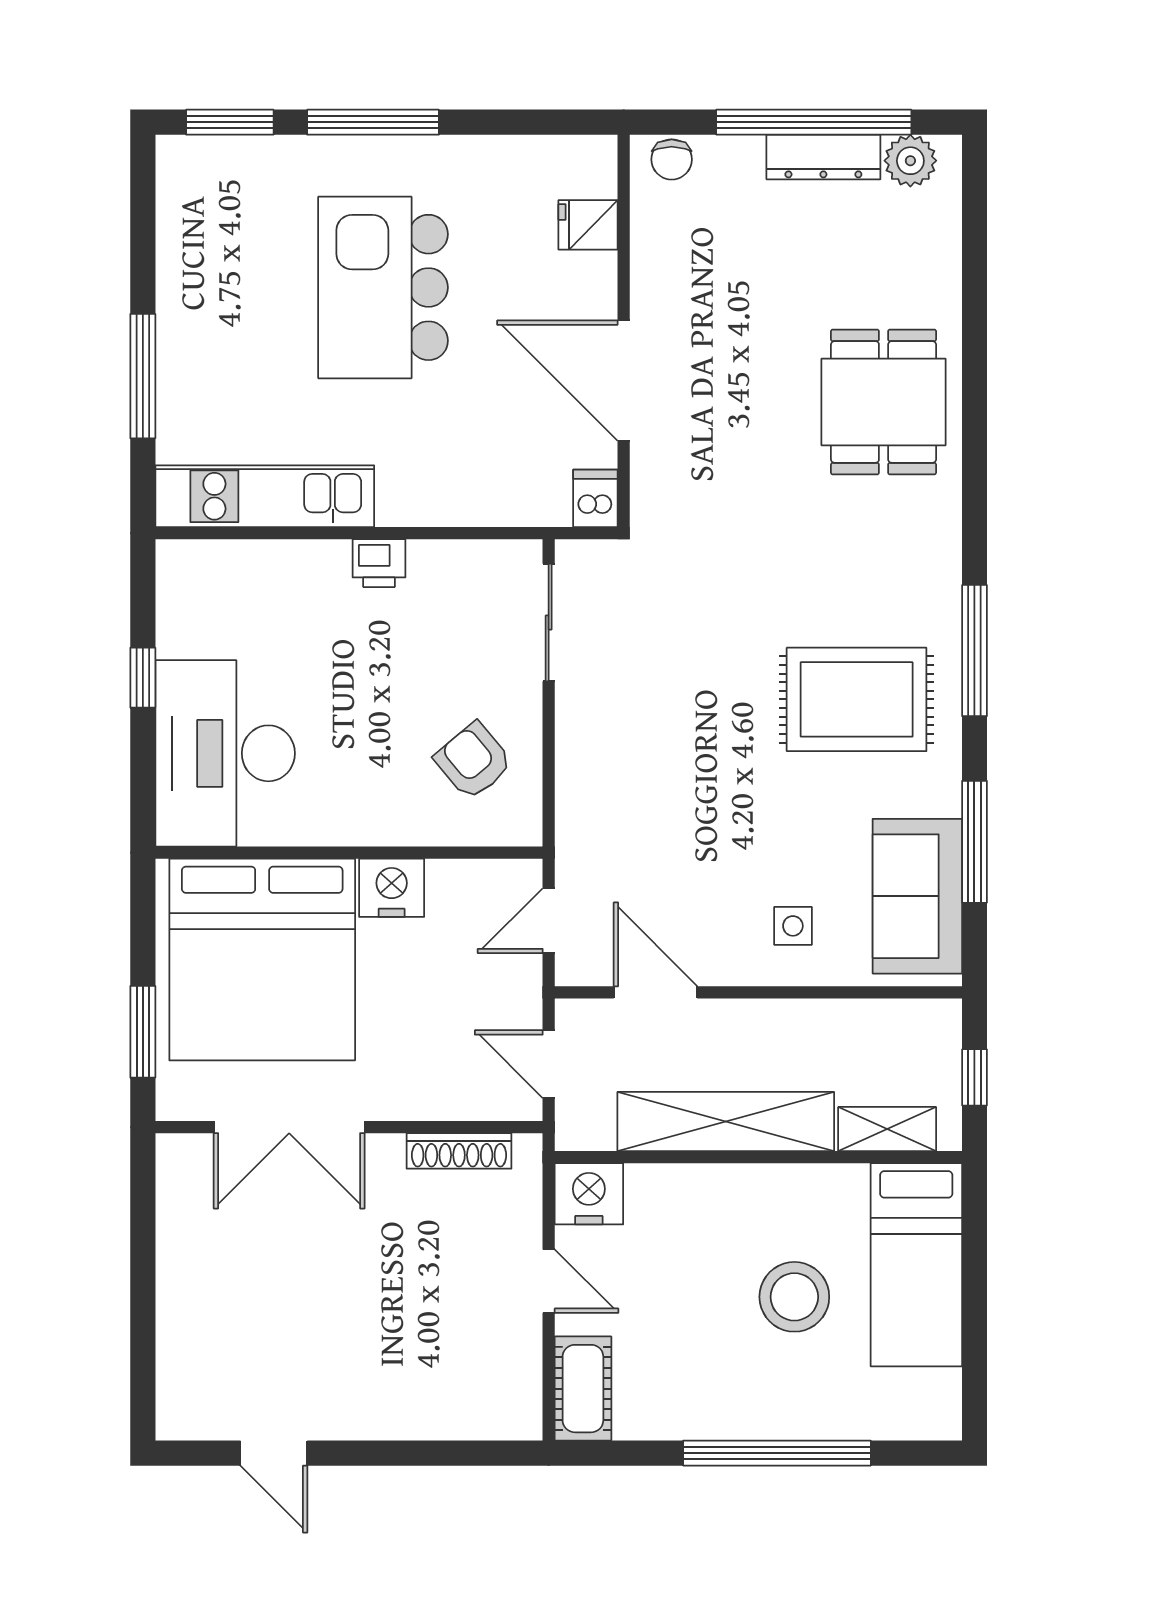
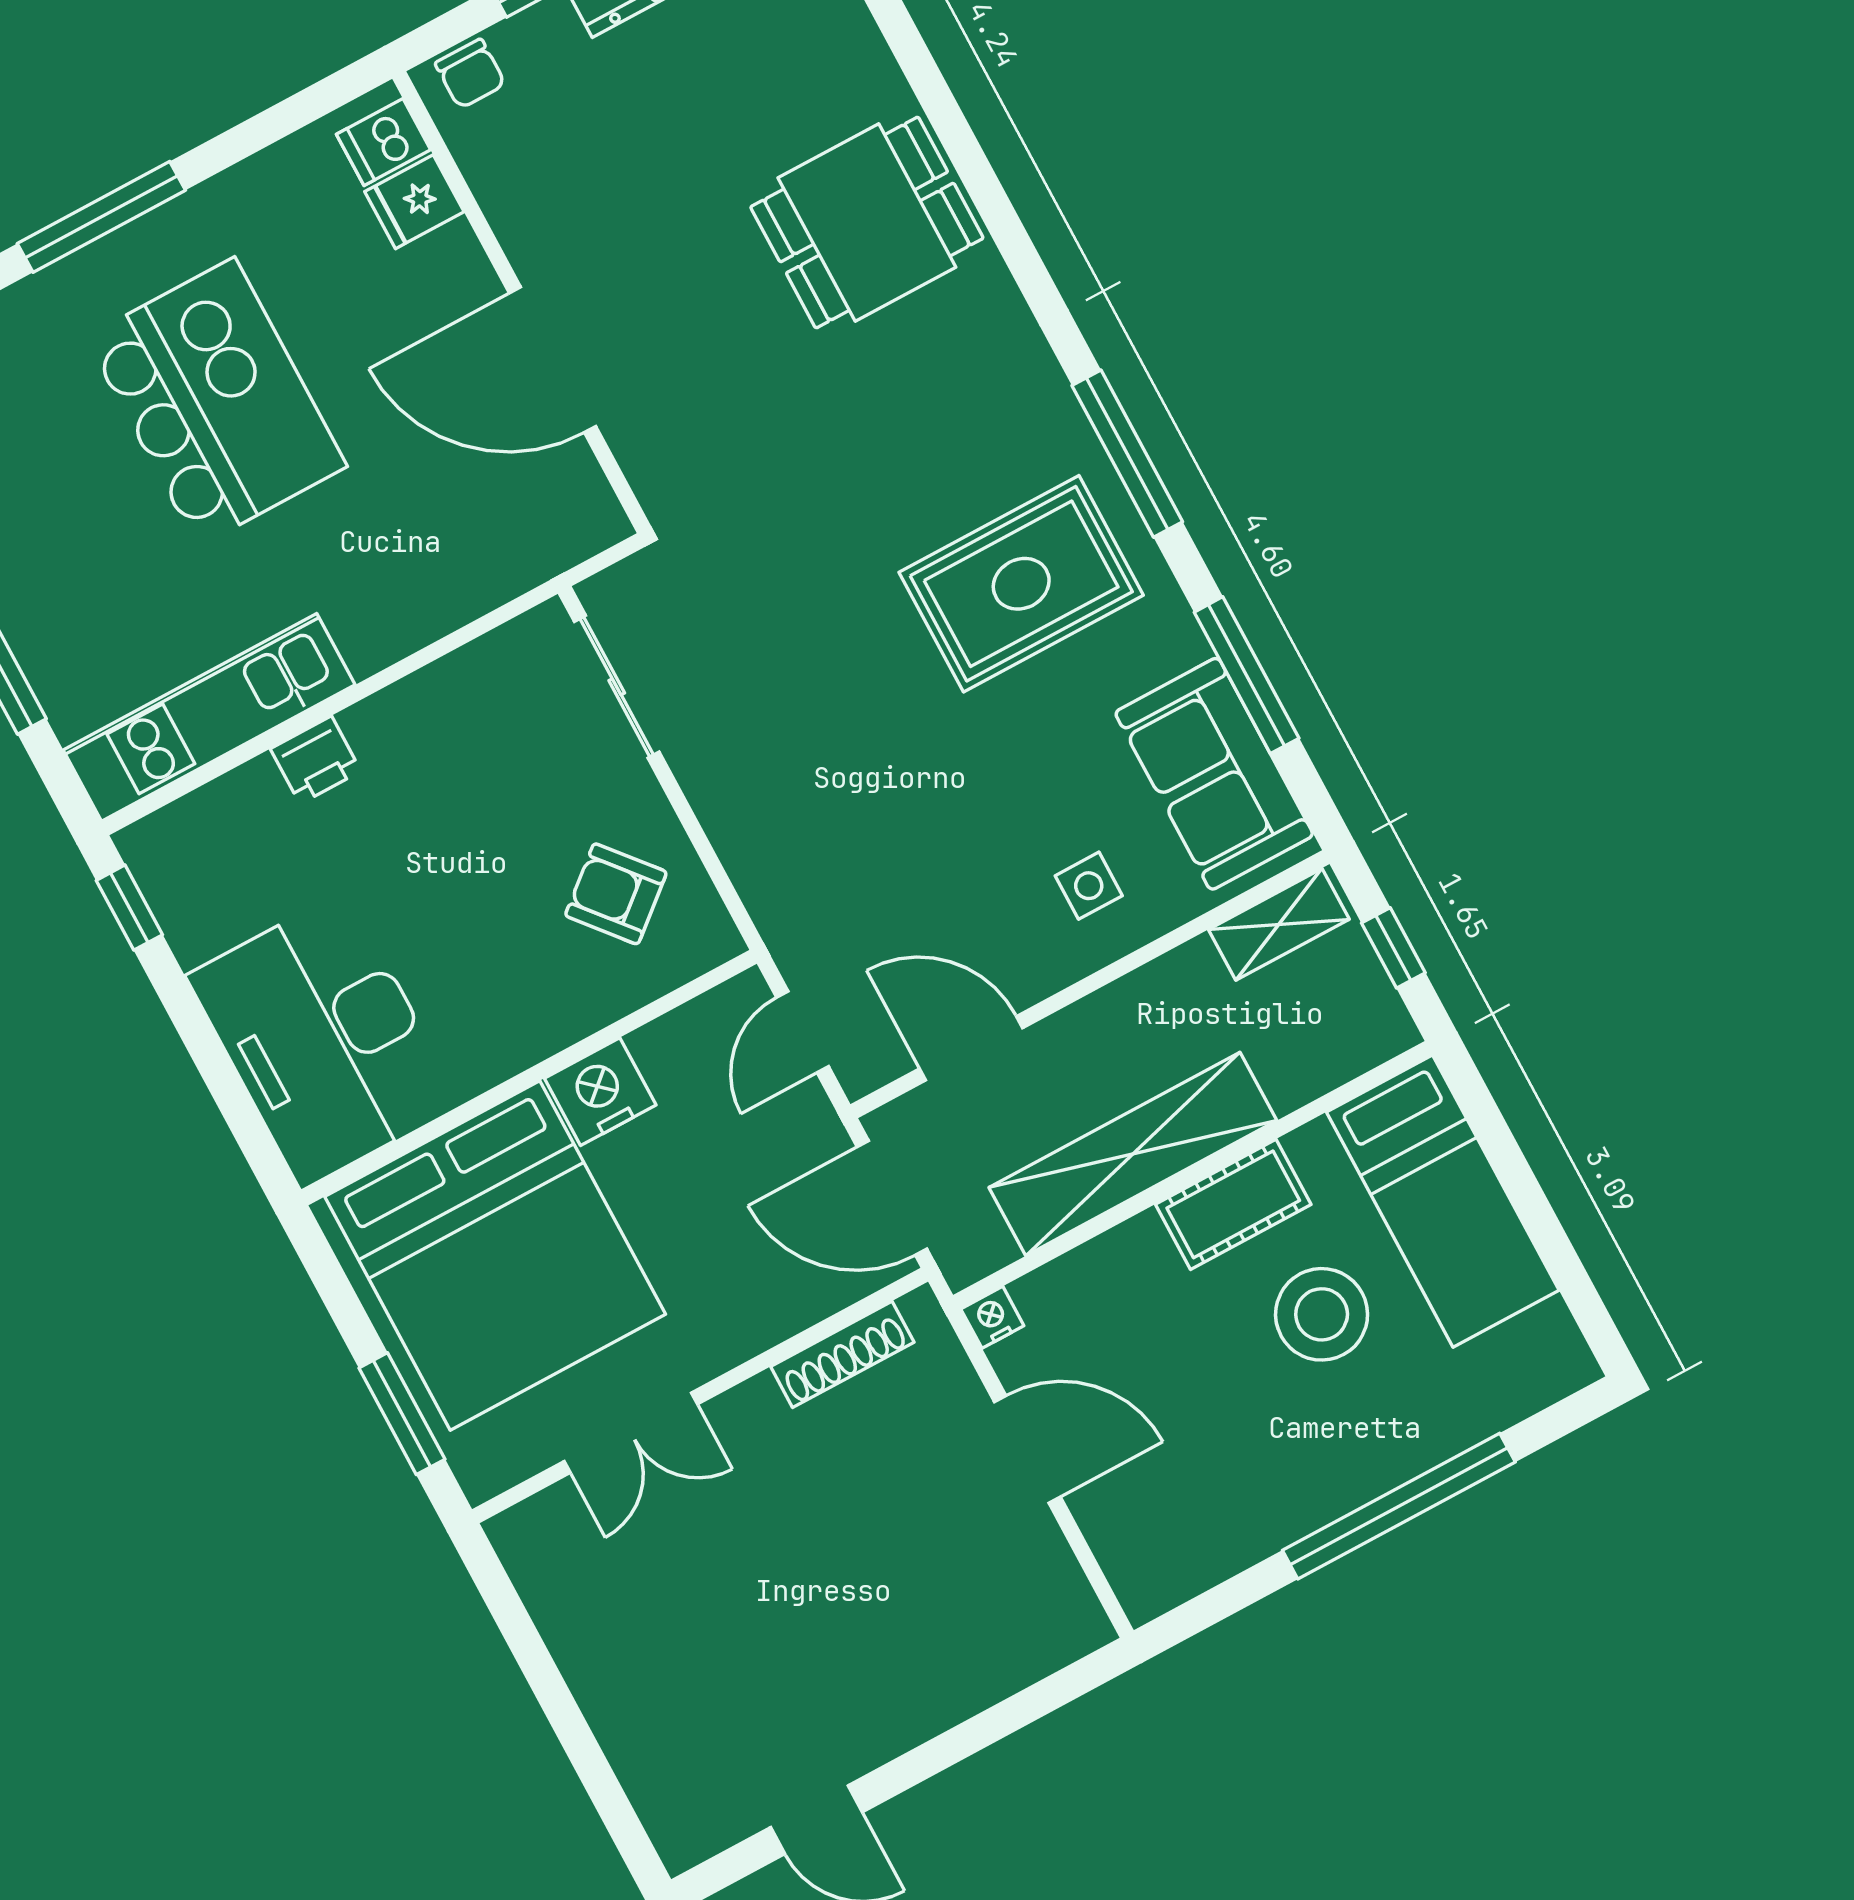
kitchen island: (383, 287) -> (216, 402), turned 180
dining table: (884, 402) -> (867, 222), turned 90
dishwasher: (595, 498) -> (383, 142), moved, turned -90
printer: (379, 563) -> (316, 760), moved
window: (143, 678) -> (129, 908), moved
door: (549, 1064) -> (892, 1198), width x1.38
double door: (289, 1127) -> (631, 1433), width x0.73
shelving: (887, 1129) -> (1279, 924), moved
nightstand: (589, 1194) -> (992, 1317), width x0.53, depth x0.56
door: (549, 1281) -> (1027, 1449), width x1.38
cot: (583, 1389) -> (1233, 1204), moved, turned 90

